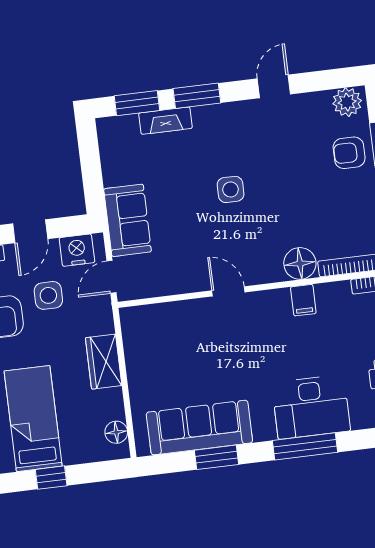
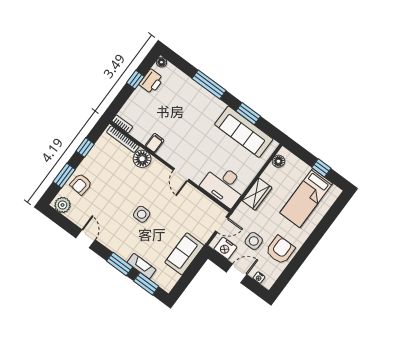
door: (274, 86) -> (86, 239), swing flipped
armchair: (349, 153) -> (81, 184), turned 96
sofa: (127, 220) -> (184, 254), moved
desk: (311, 407) -> (224, 185), moved, turned 180

